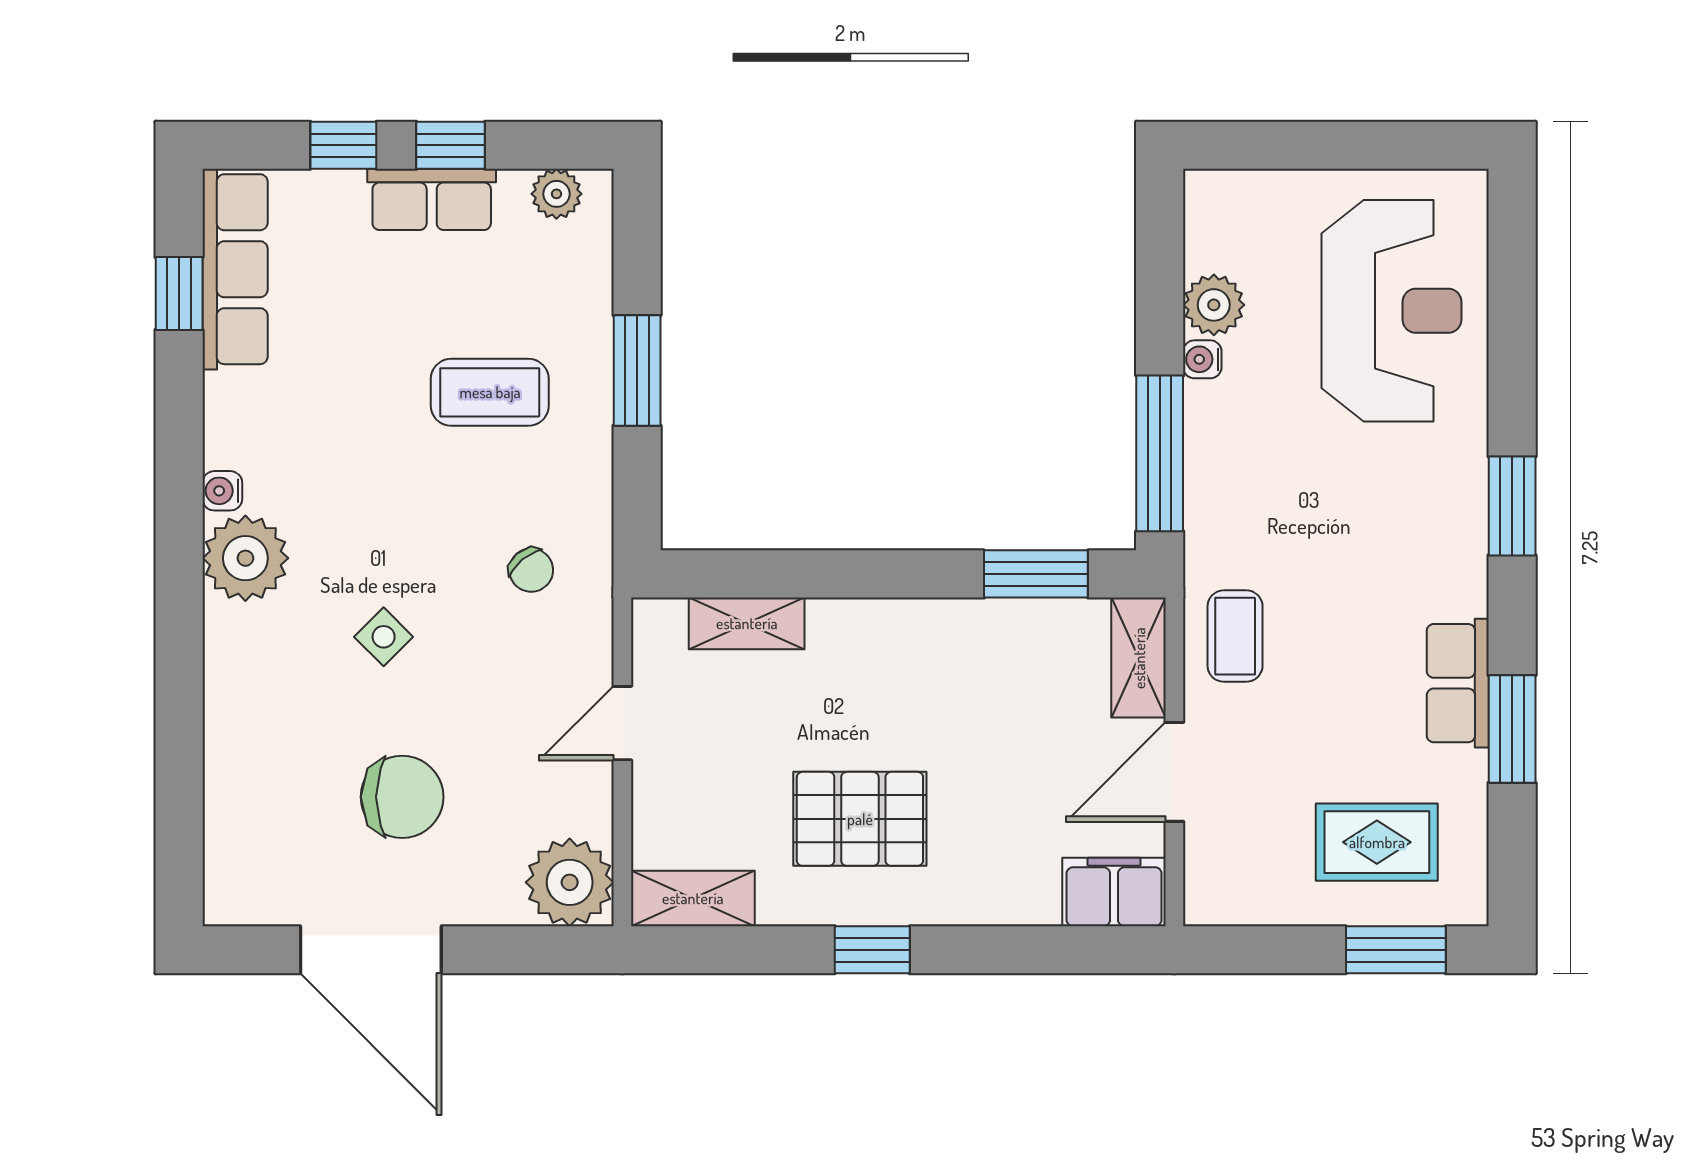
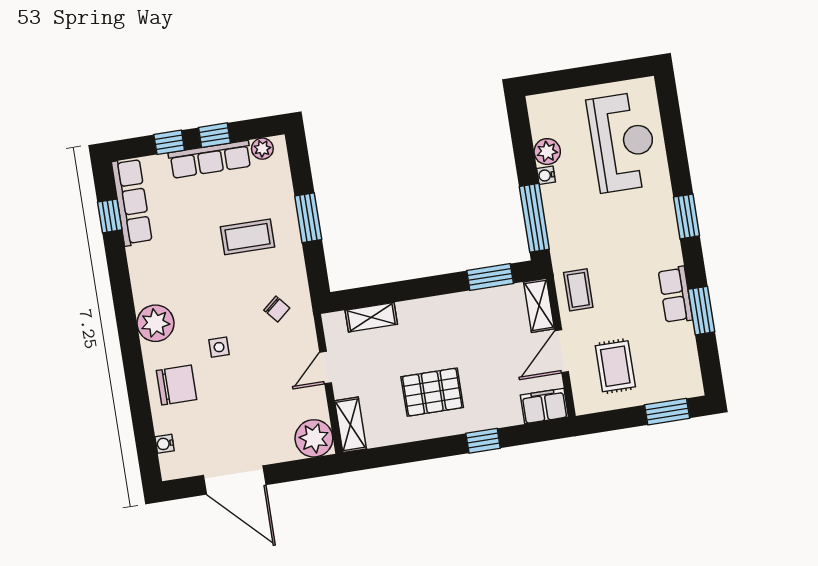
row of seats: (432, 199) -> (210, 159), width x1.48
water cooler: (222, 491) -> (165, 444), moved
side table: (384, 637) -> (219, 347), turned 45
chair: (402, 797) -> (176, 385), moved
rug: (1377, 842) -> (615, 366), moved, turned 90
shelving: (693, 898) -> (350, 425), moved, turned 90
window: (872, 950) -> (483, 441), moved

